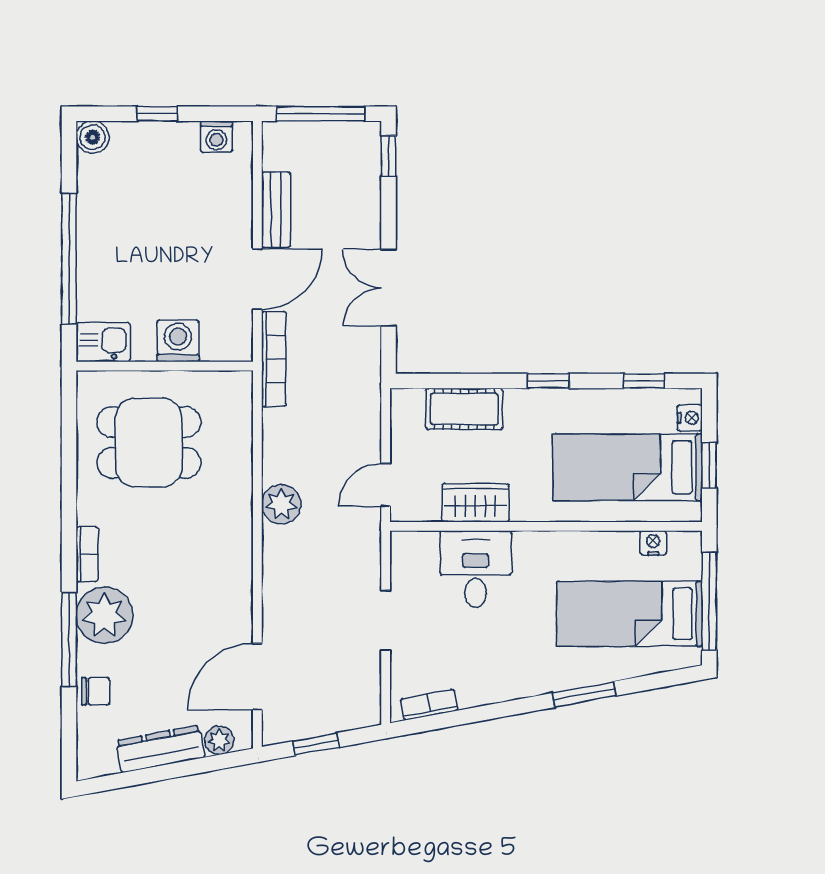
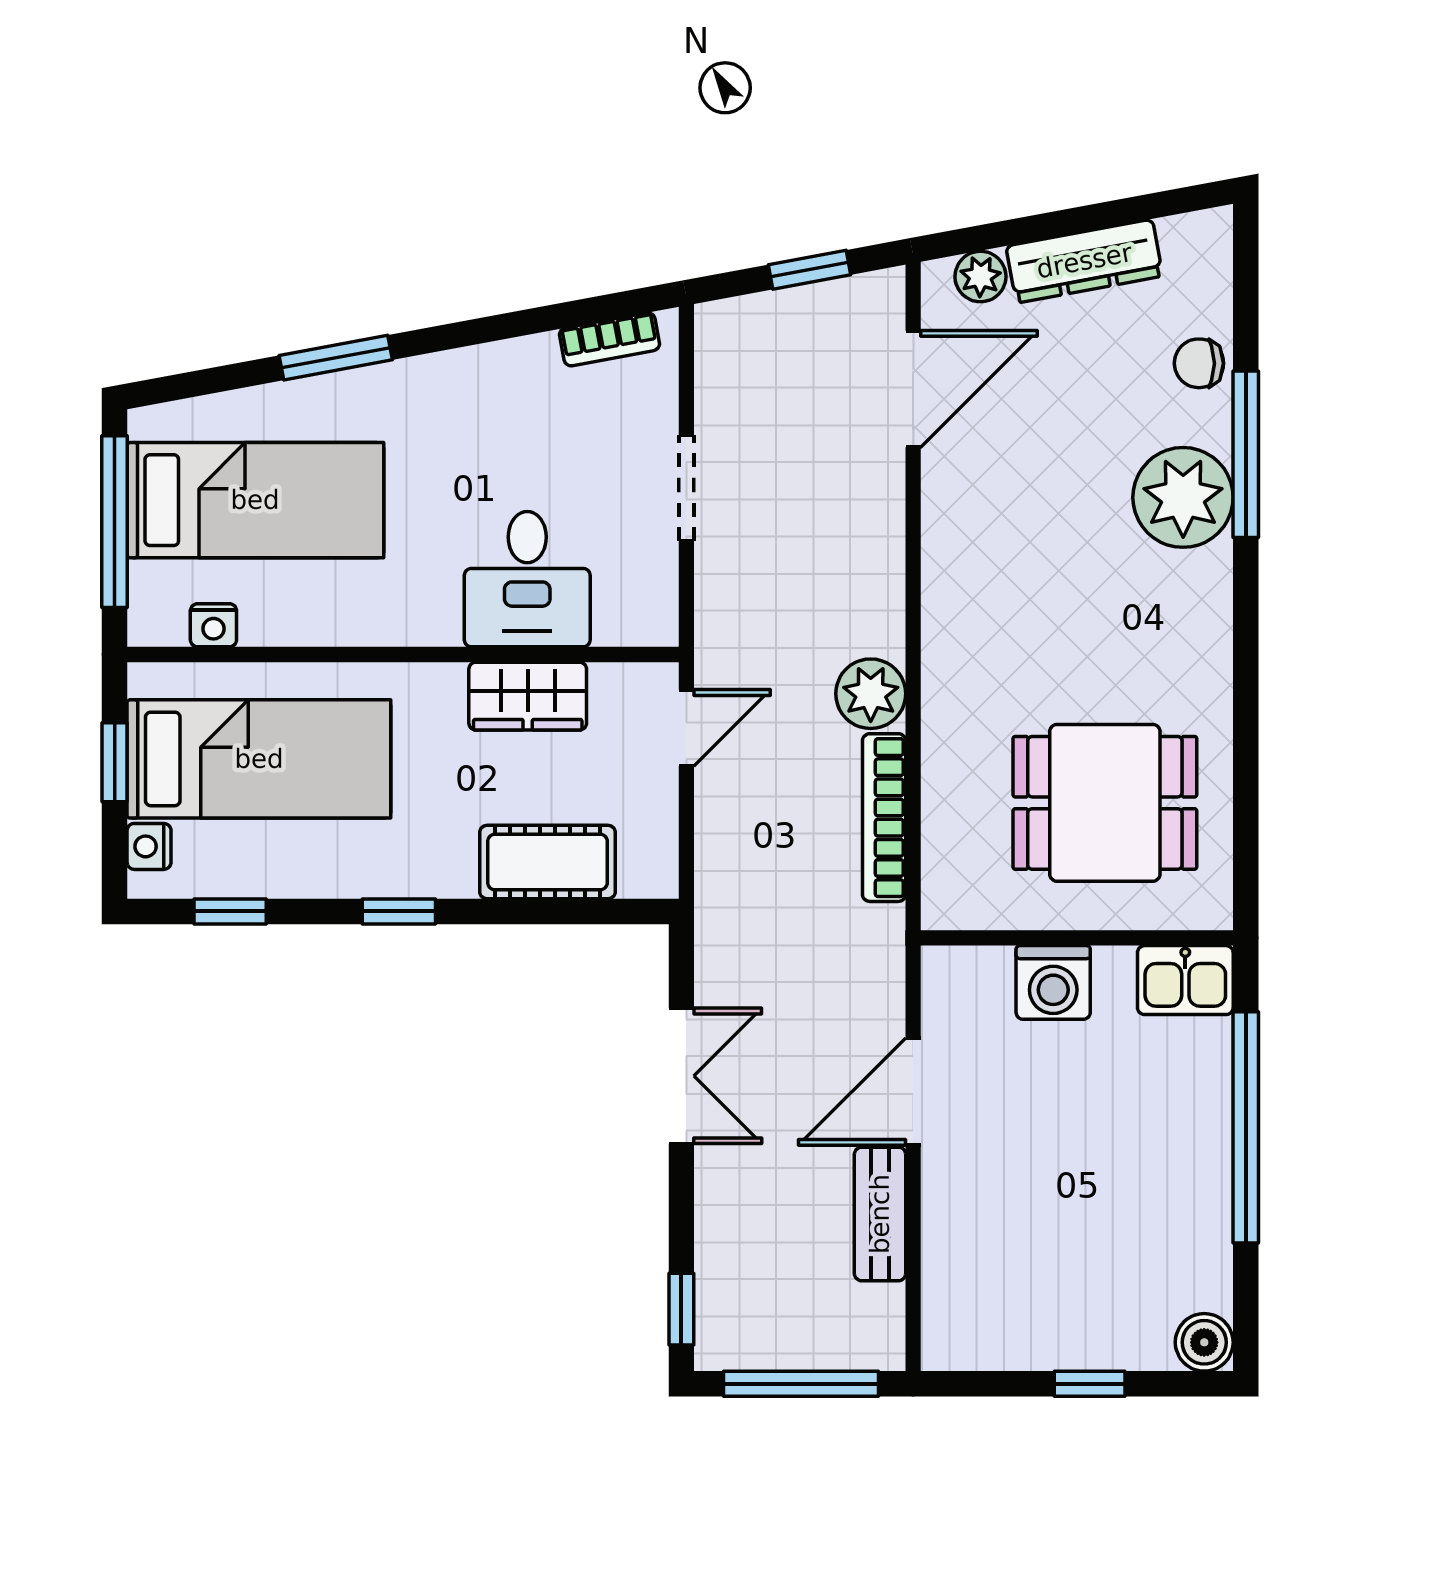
washing machine: (216, 137) -> (985, 1343), removed
bookcase: (274, 359) -> (884, 818), moved
bookcase: (87, 554) -> (1214, 606), removed

